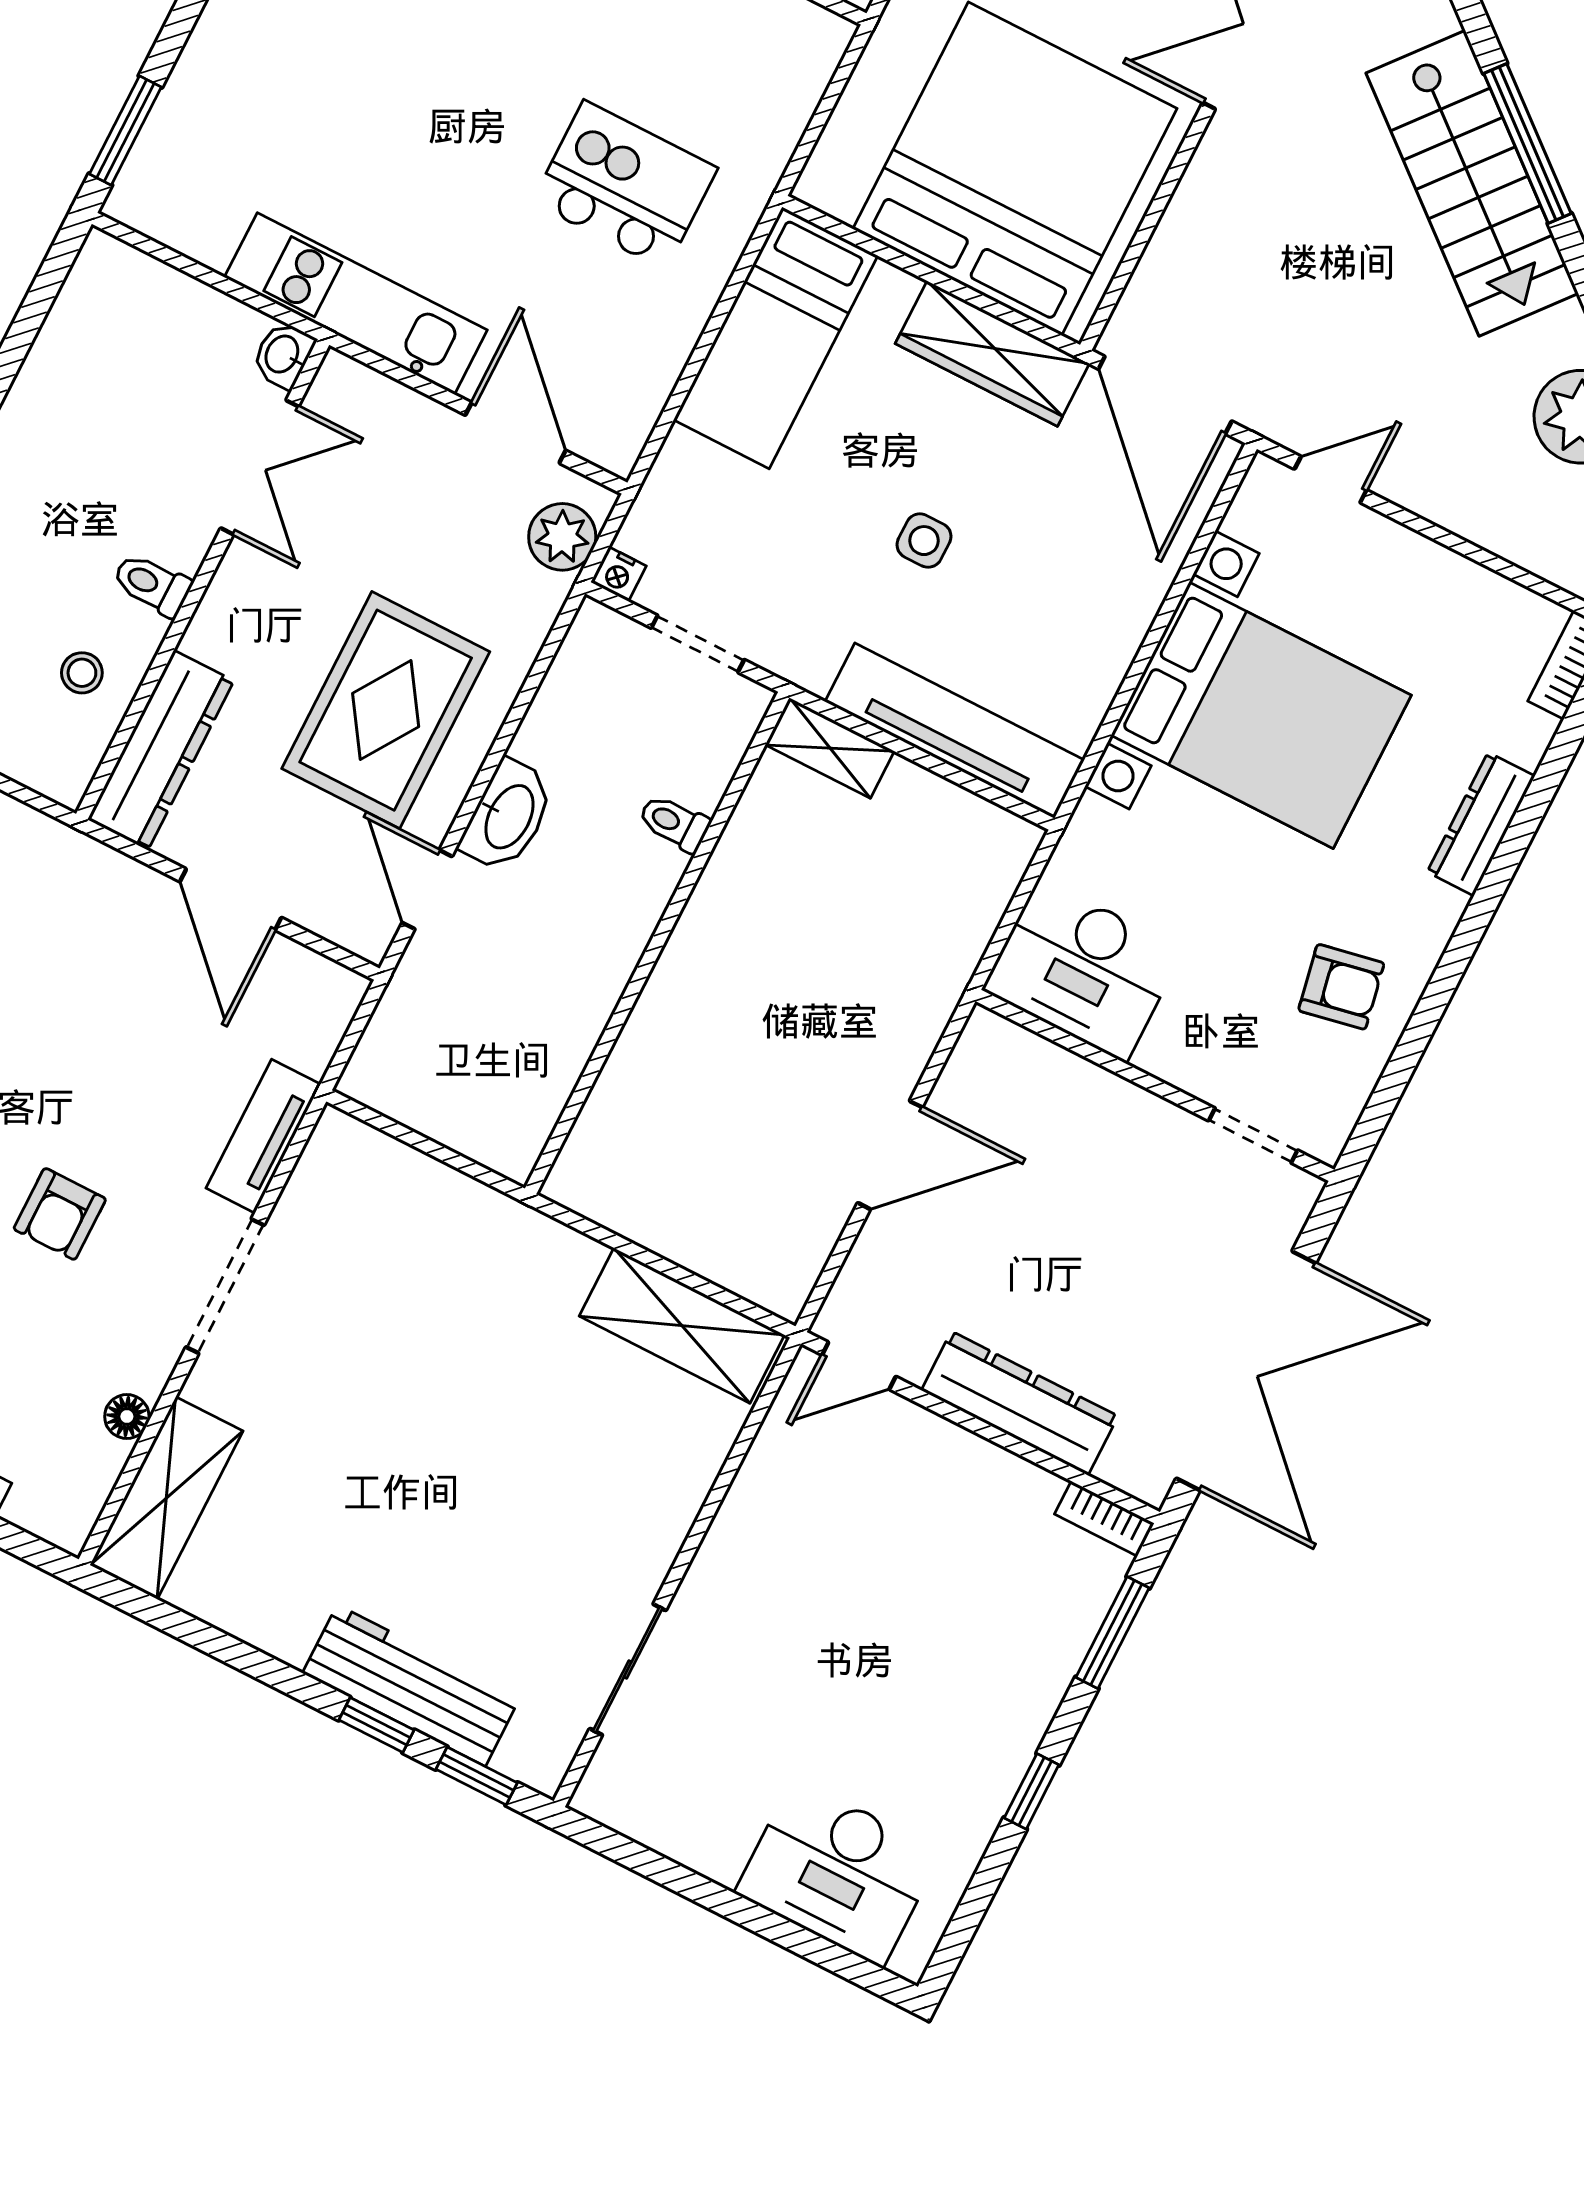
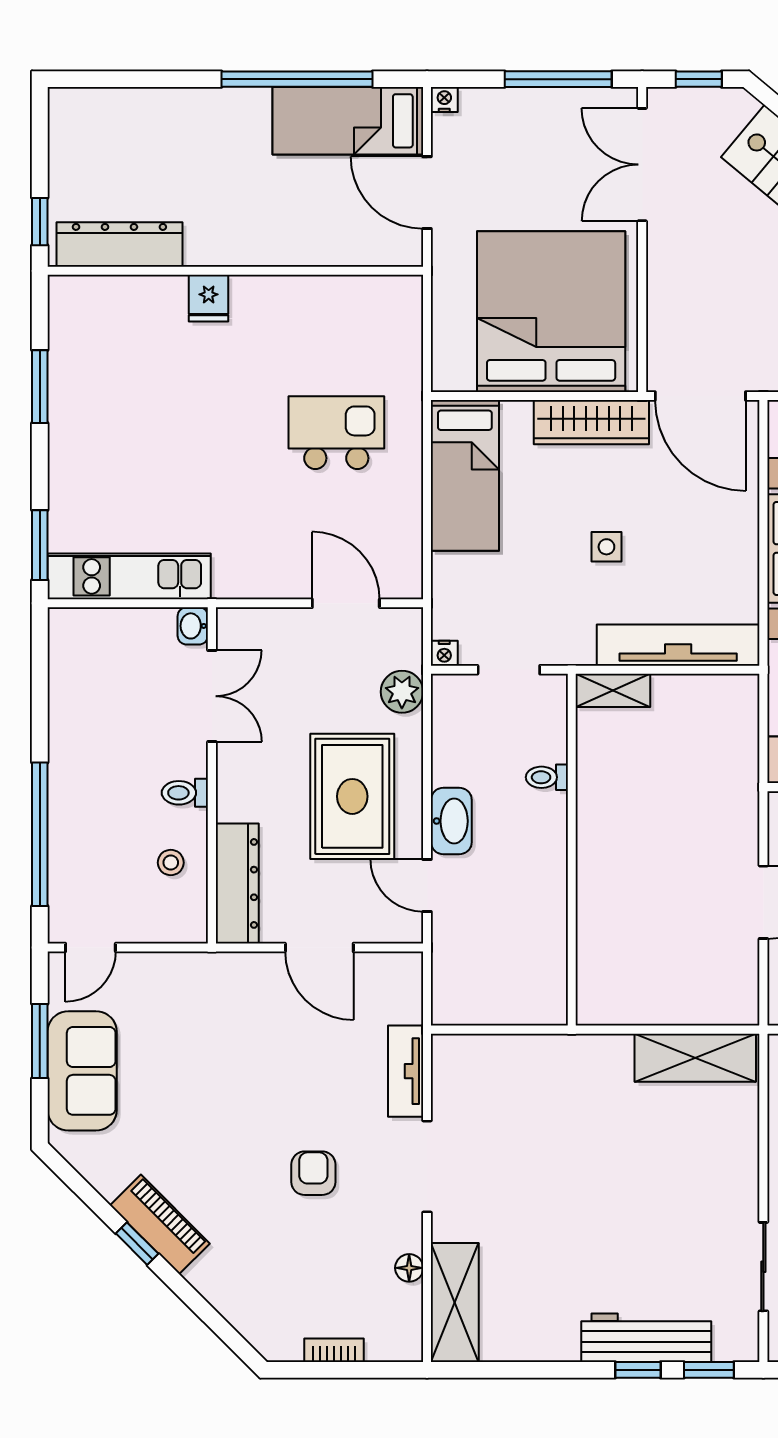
kitchen unit: (356, 304) -> (129, 576), moved
plant: (562, 537) -> (402, 692), moved
armchair: (60, 1214) -> (313, 1173), turned 180

